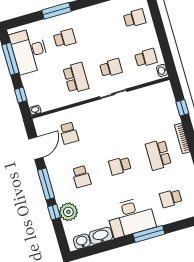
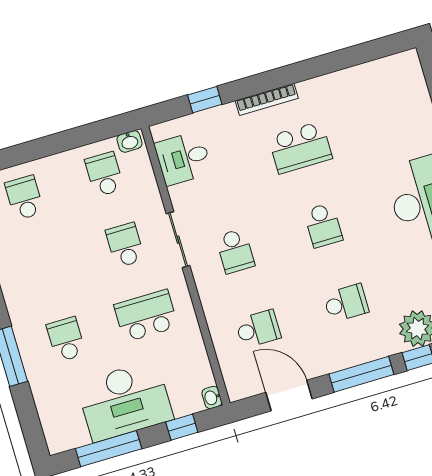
desk: (29, 51) -> (125, 401), moved
desk: (154, 97) -> (183, 158), added
school desk: (171, 198) -> (235, 251), moved

